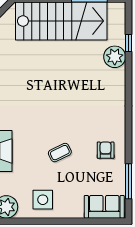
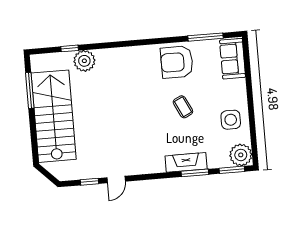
armchair: (106, 150) -> (177, 62), width x1.88, depth x1.88

